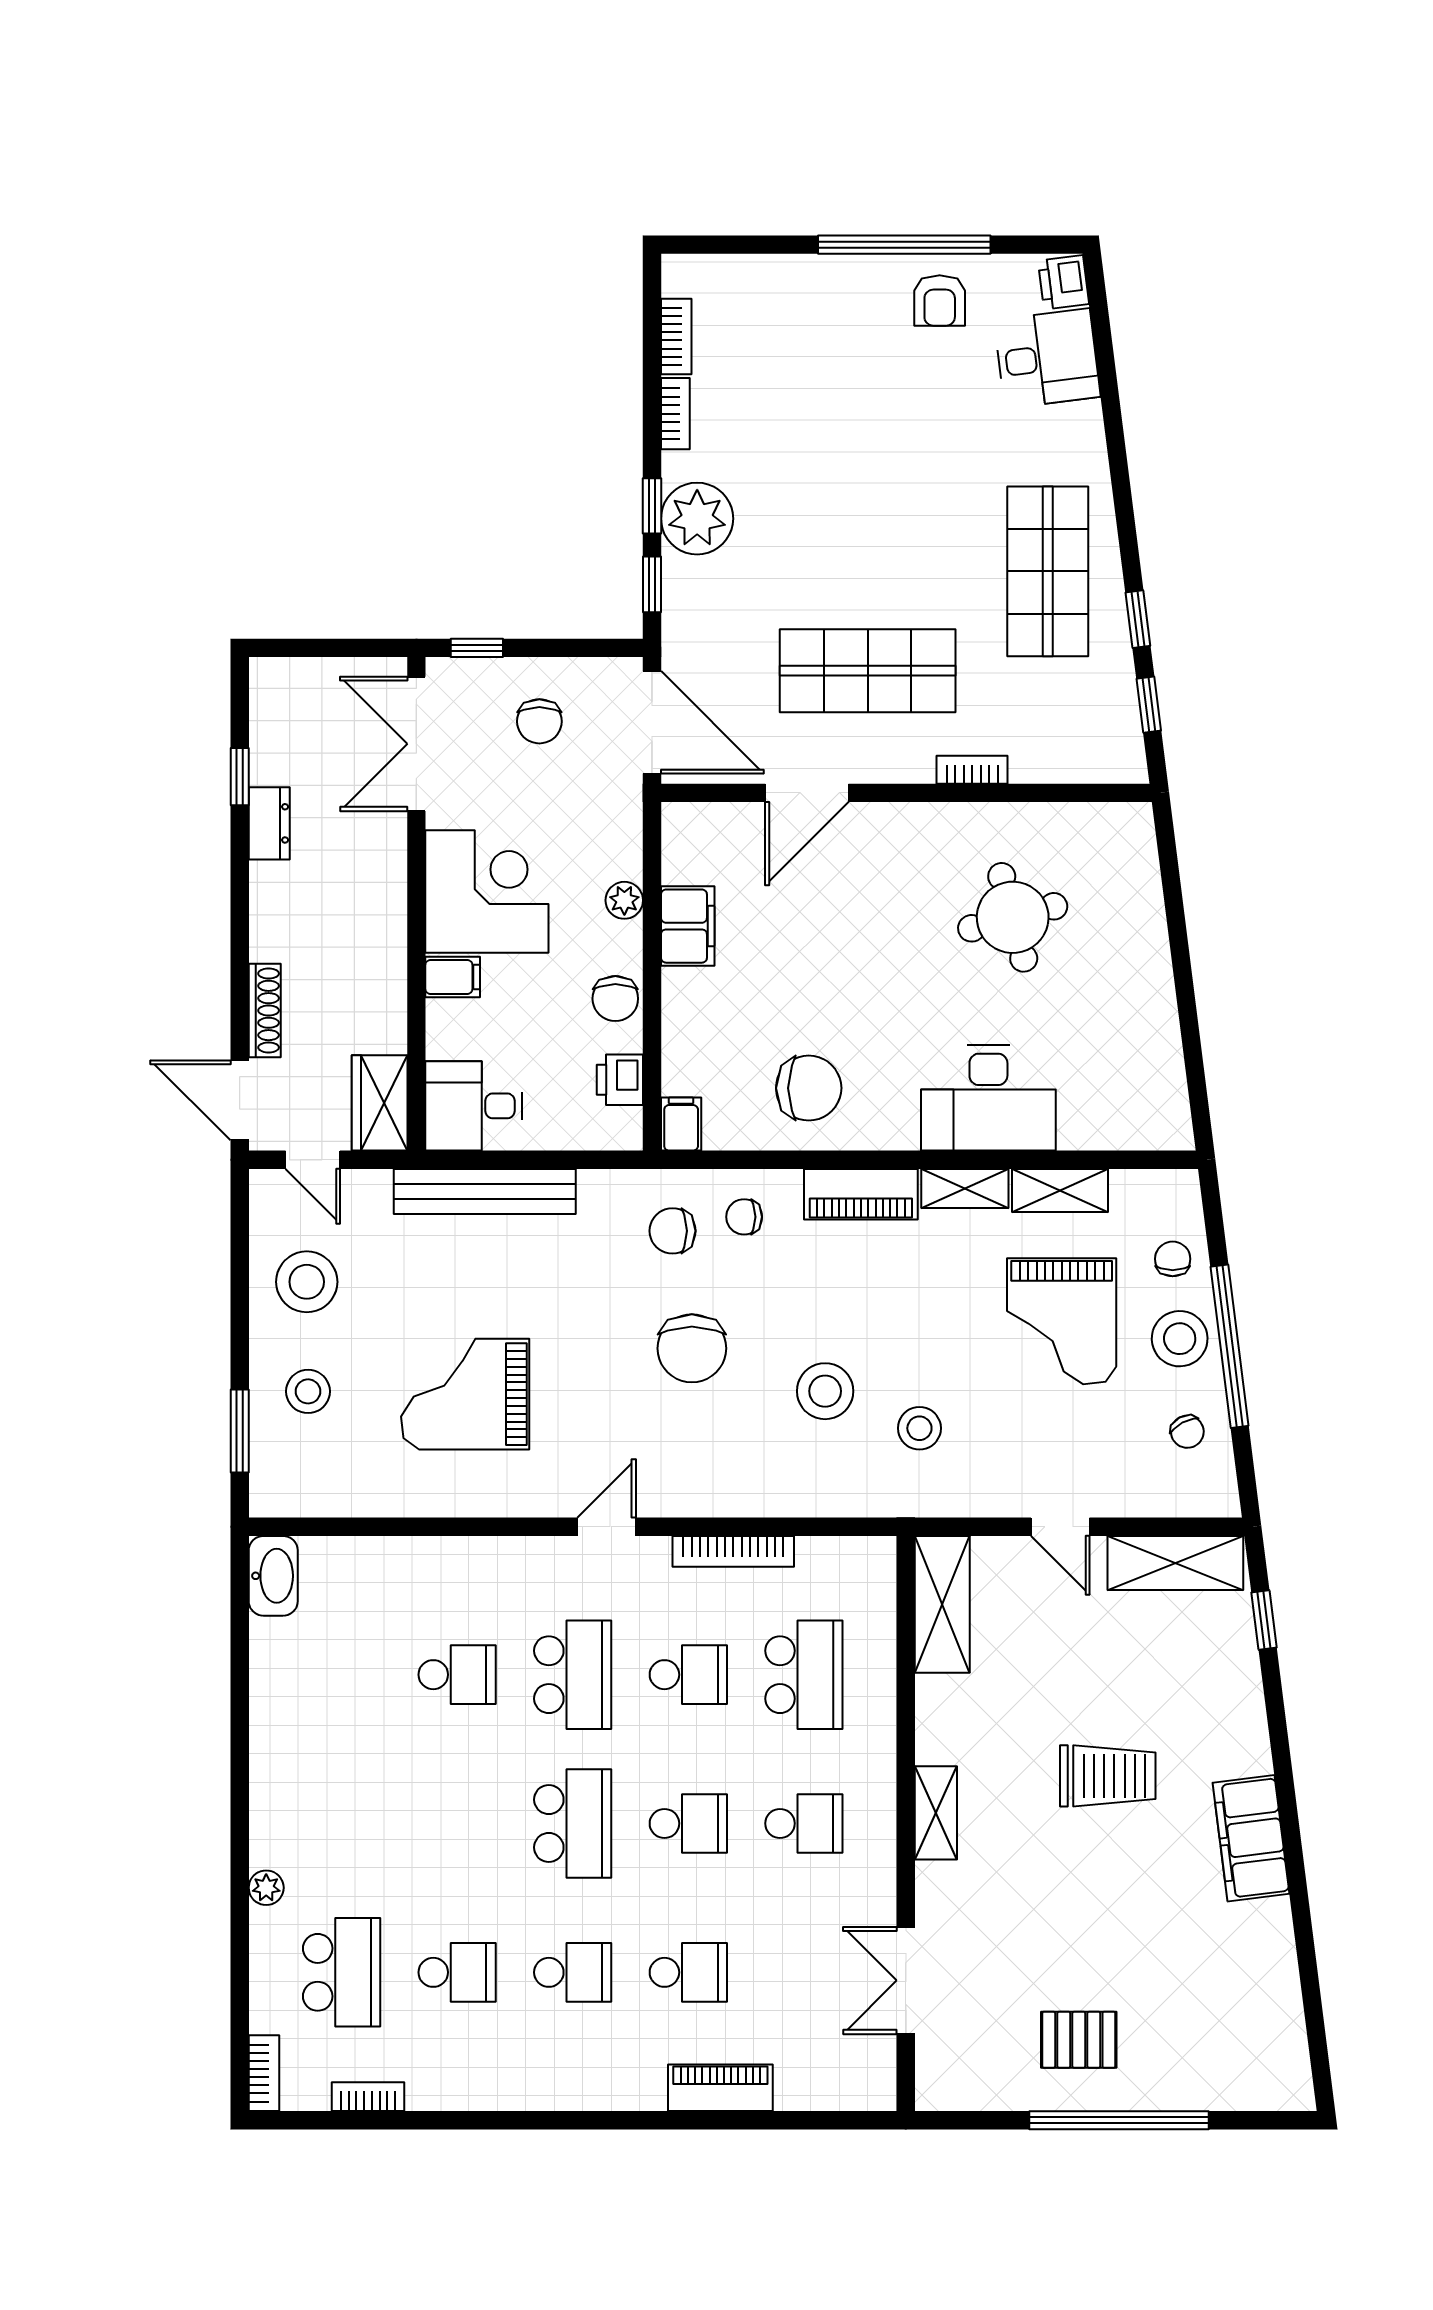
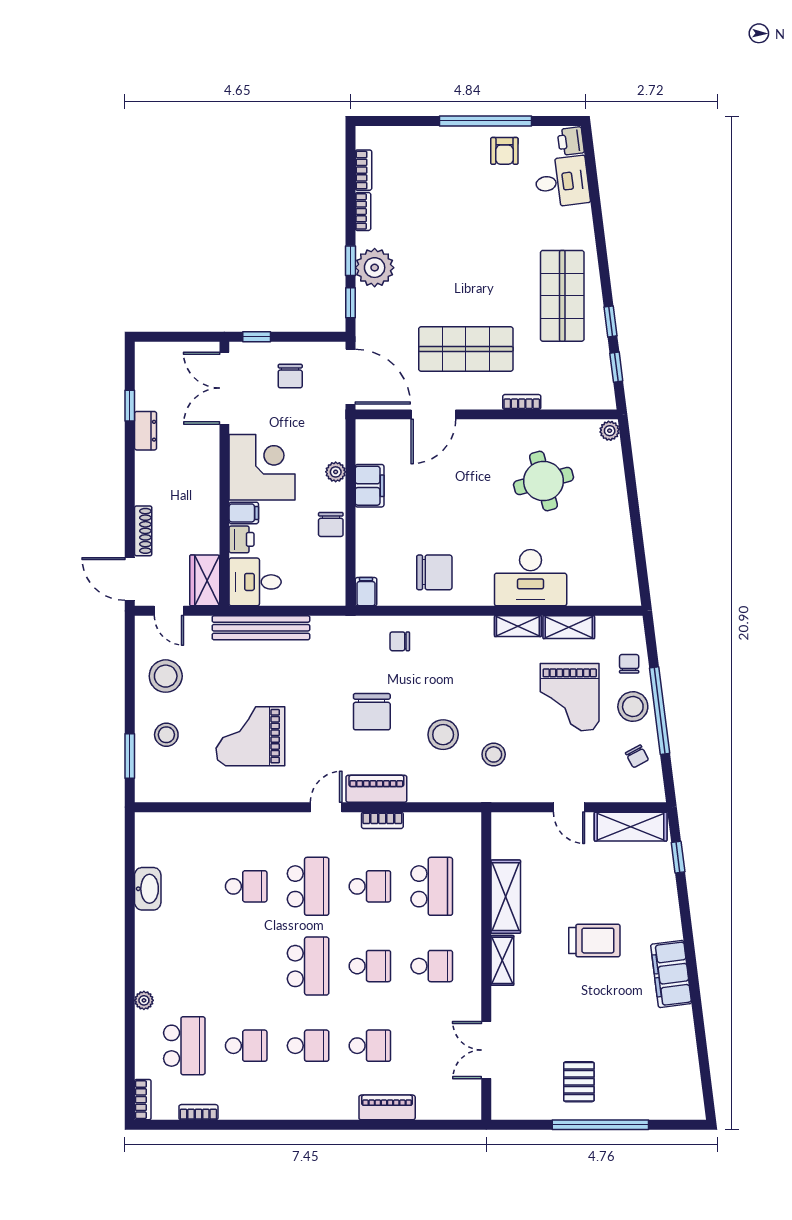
plant: (1136, 823) -> (610, 431), added
printer: (620, 1080) -> (242, 539), moved, turned 180
piano: (861, 1194) -> (376, 789), moved, turned 180
chair: (673, 1231) -> (361, 649), removed
bookcase: (733, 1551) -> (382, 820), width x0.64
washbasin: (273, 1576) -> (148, 889), moved
shelving: (942, 1604) -> (506, 897), moved
pallet: (1079, 2040) -> (579, 1082), turned 90

